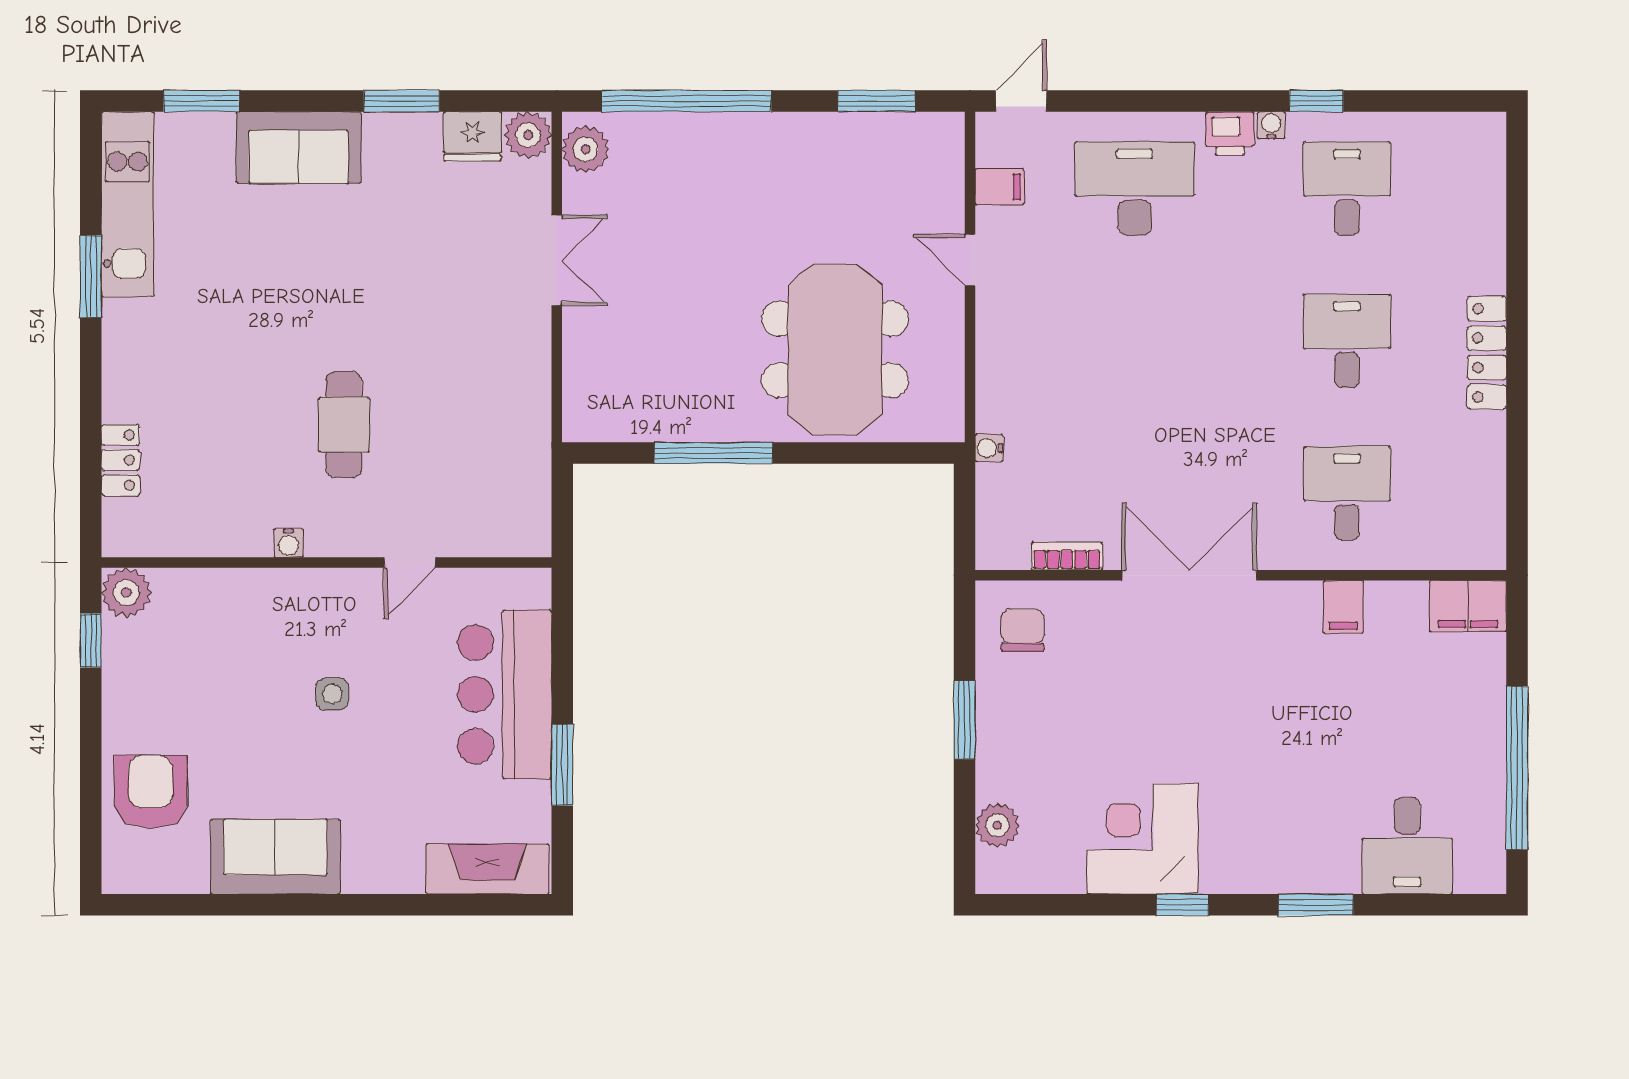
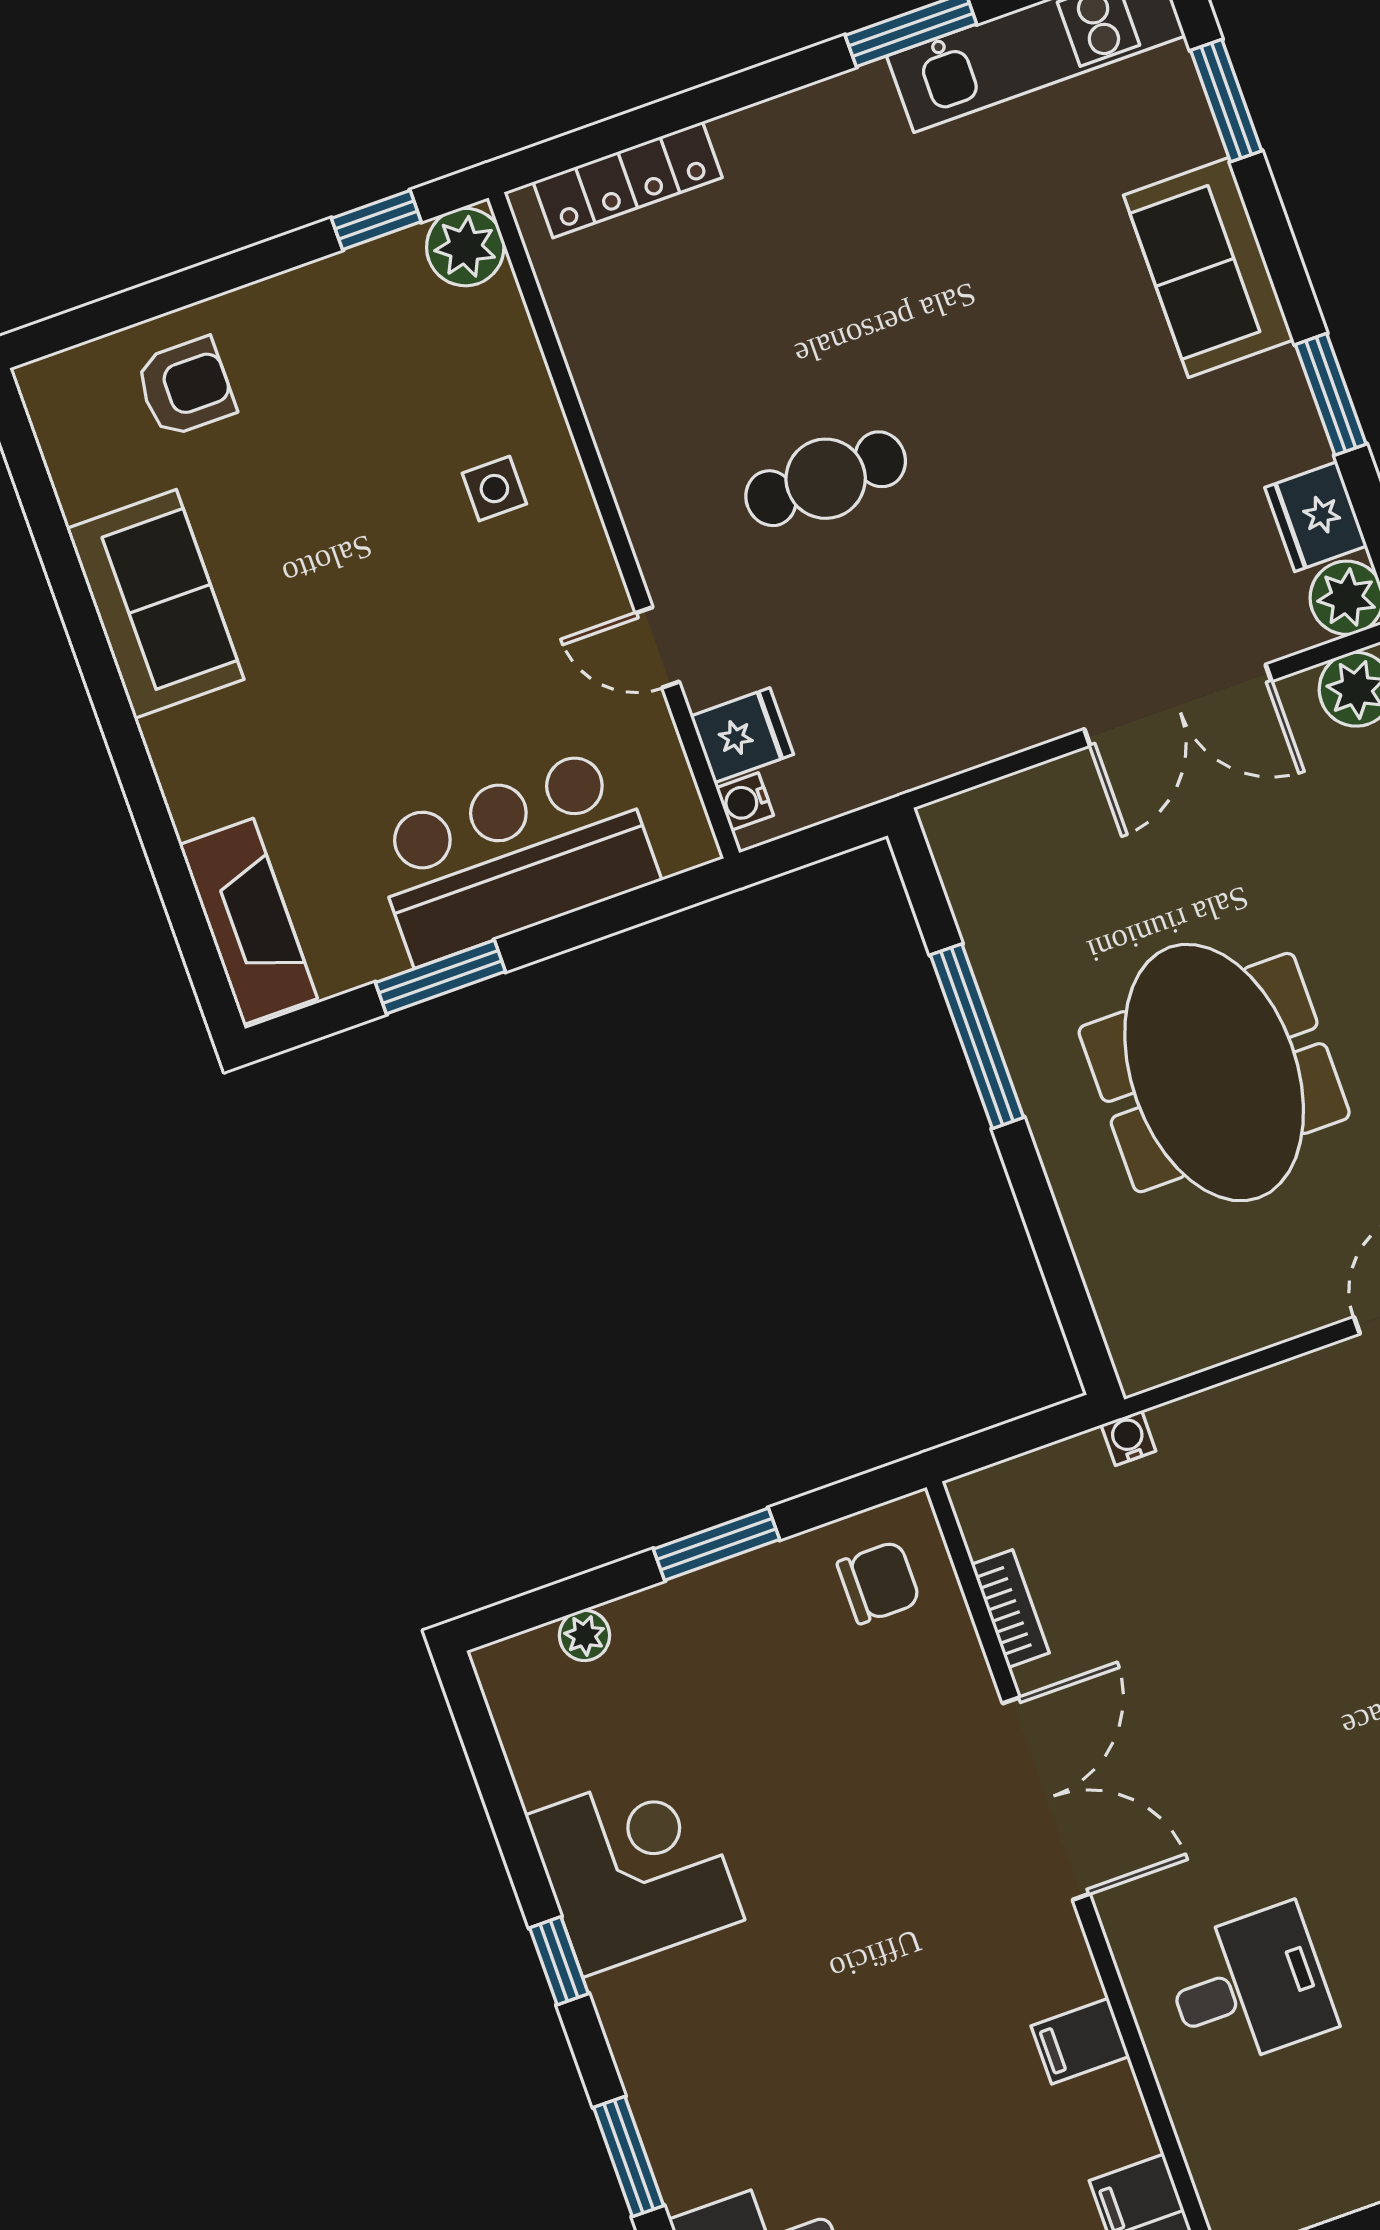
double door: (557, 260) -> (1178, 705), width x1.37
meeting table: (835, 349) -> (1214, 1073), moved, turned 90
locker: (121, 460) -> (628, 180), width x1.53
fridge: (481, 530) -> (742, 735), added
water cooler: (289, 543) -> (745, 802), moved
side table: (332, 694) -> (494, 489), moved
armchair: (151, 792) -> (185, 387), width x0.72, depth x0.72
plant: (997, 825) -> (585, 1635), width x0.73, depth x0.73

